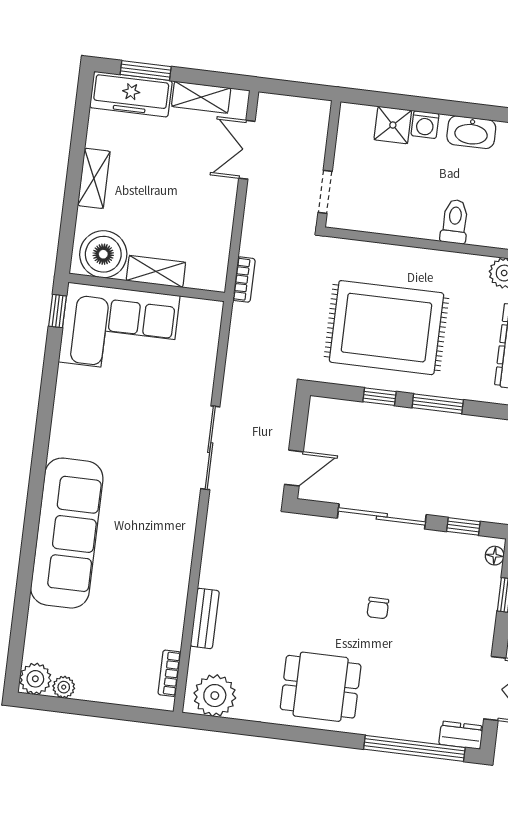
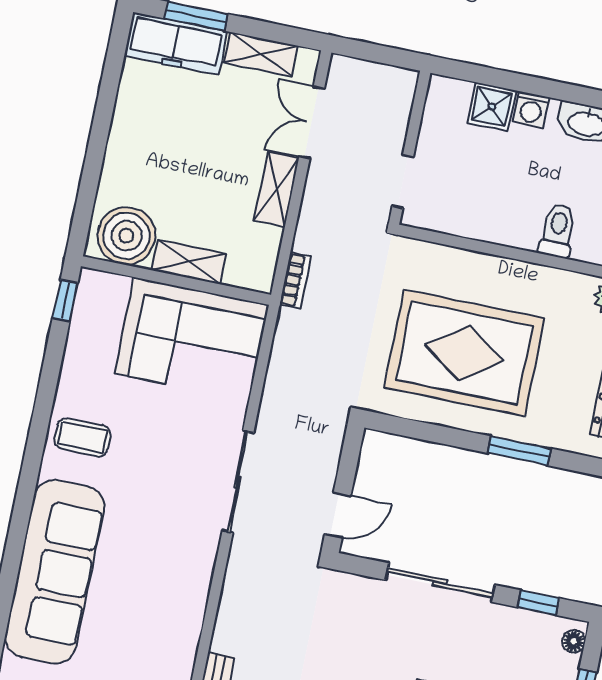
shelving: (94, 178) -> (277, 189), moved
corner sofa: (119, 329) -> (192, 339), moved
window: (379, 397) -> (449, 436), removed
coffee table: (81, 422) -> (82, 437), added

